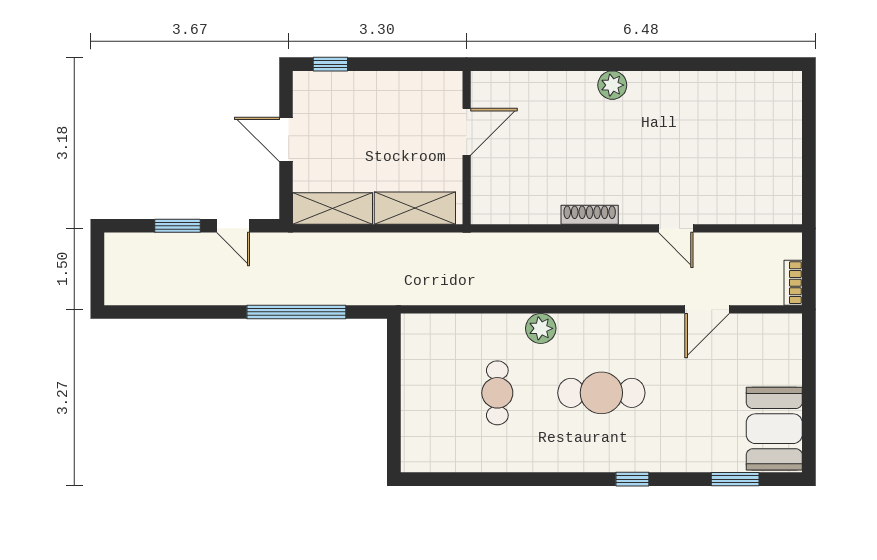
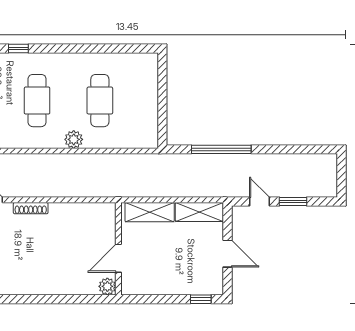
plant: (612, 85) -> (107, 286), moved
shoe rack: (590, 215) -> (31, 208), moved
cafe table: (497, 393) -> (100, 101), width x1.37, depth x1.35
cafe table: (601, 393) -> (37, 101), turned 90

